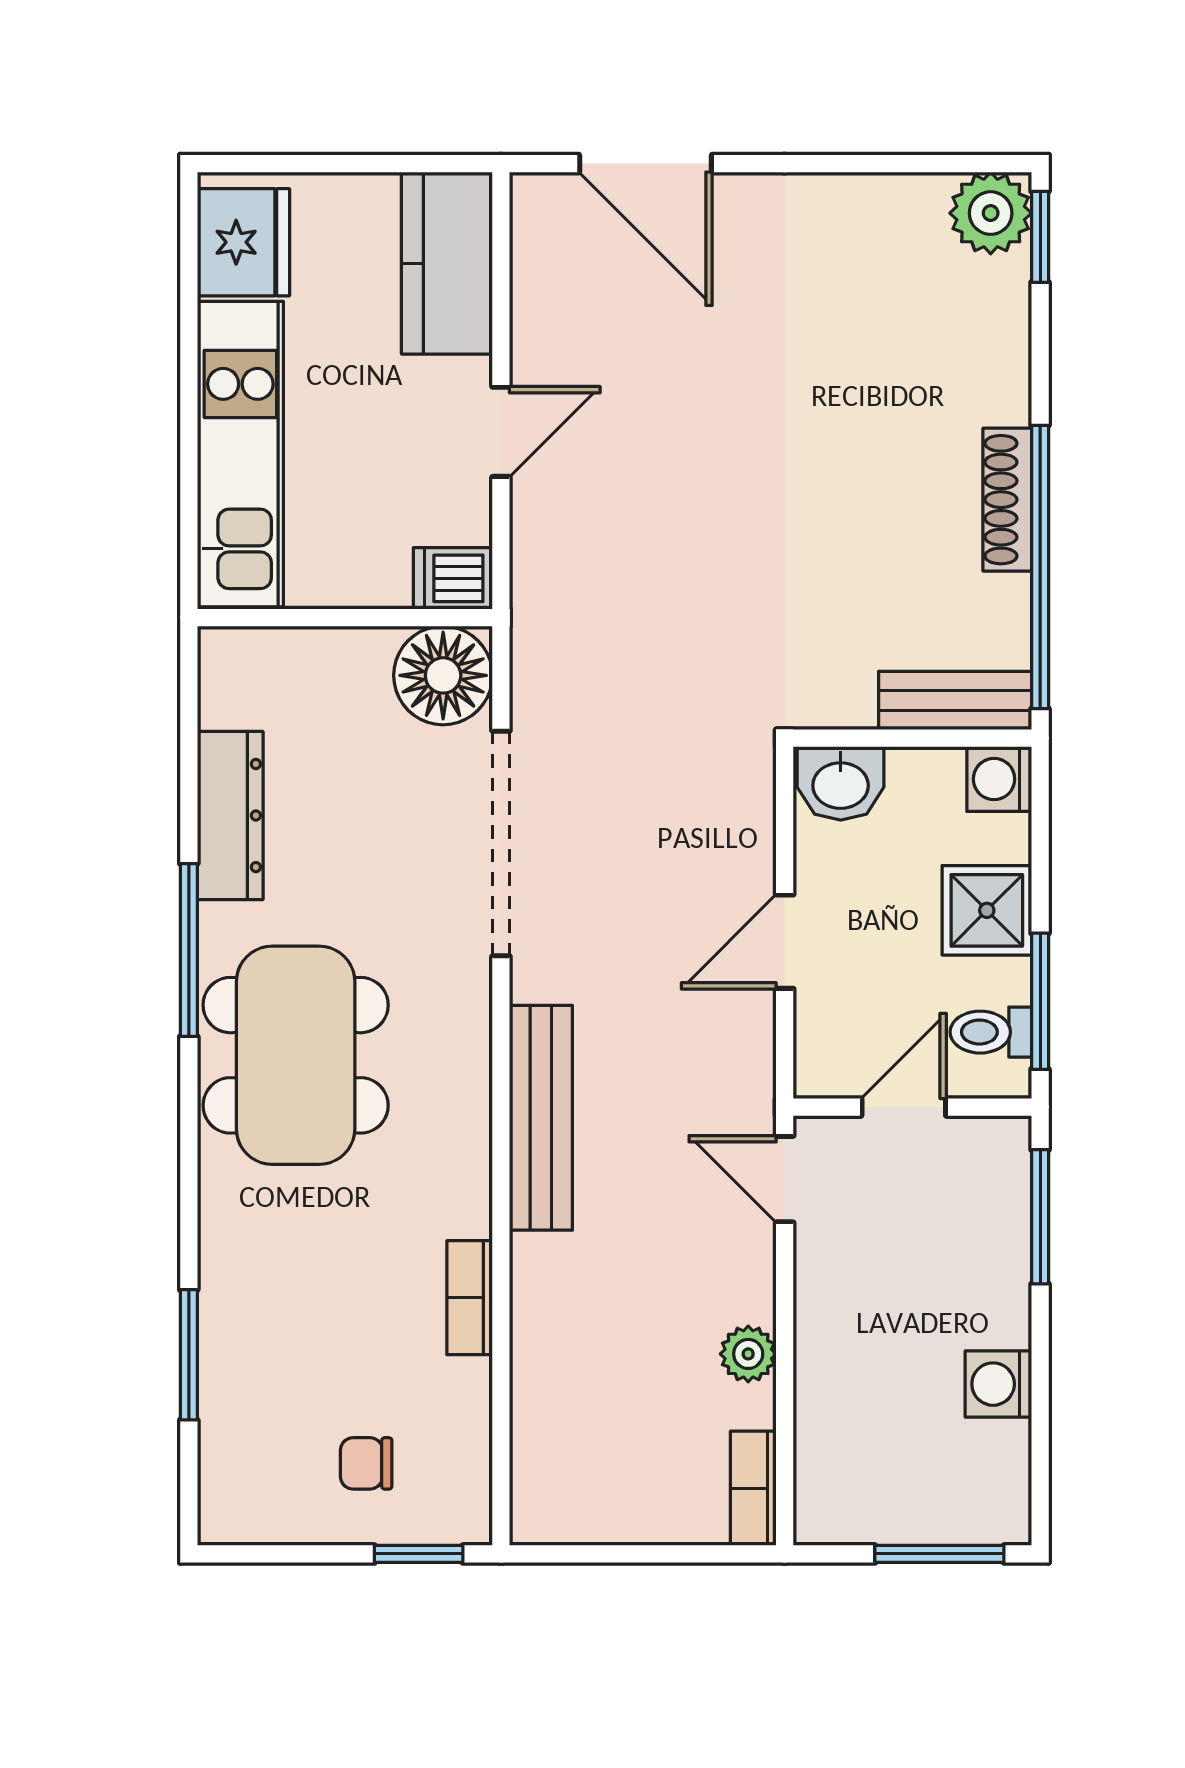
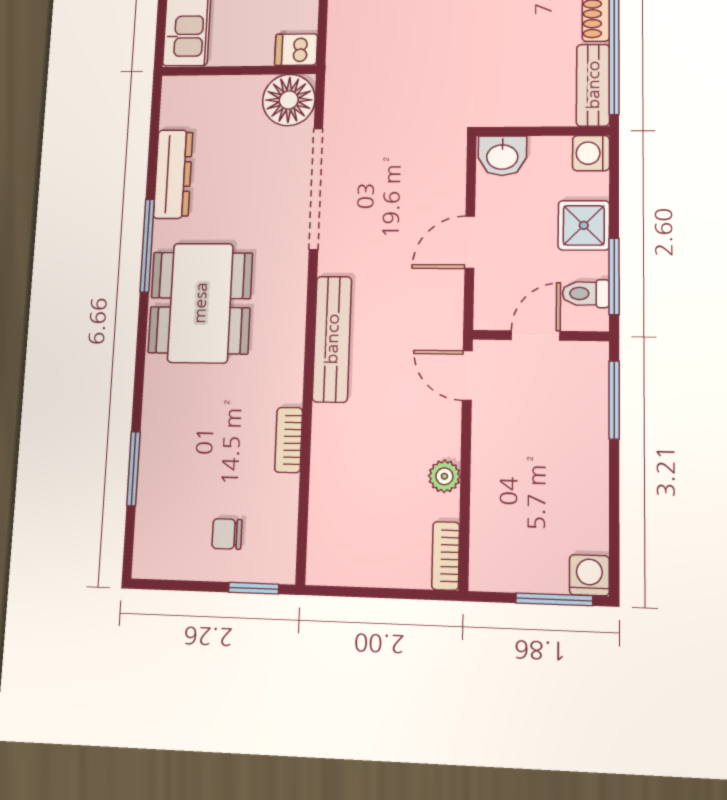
bench: (955, 700) -> (593, 85), moved, turned 90
washing machine: (998, 1384) -> (589, 575), moved, turned 90

